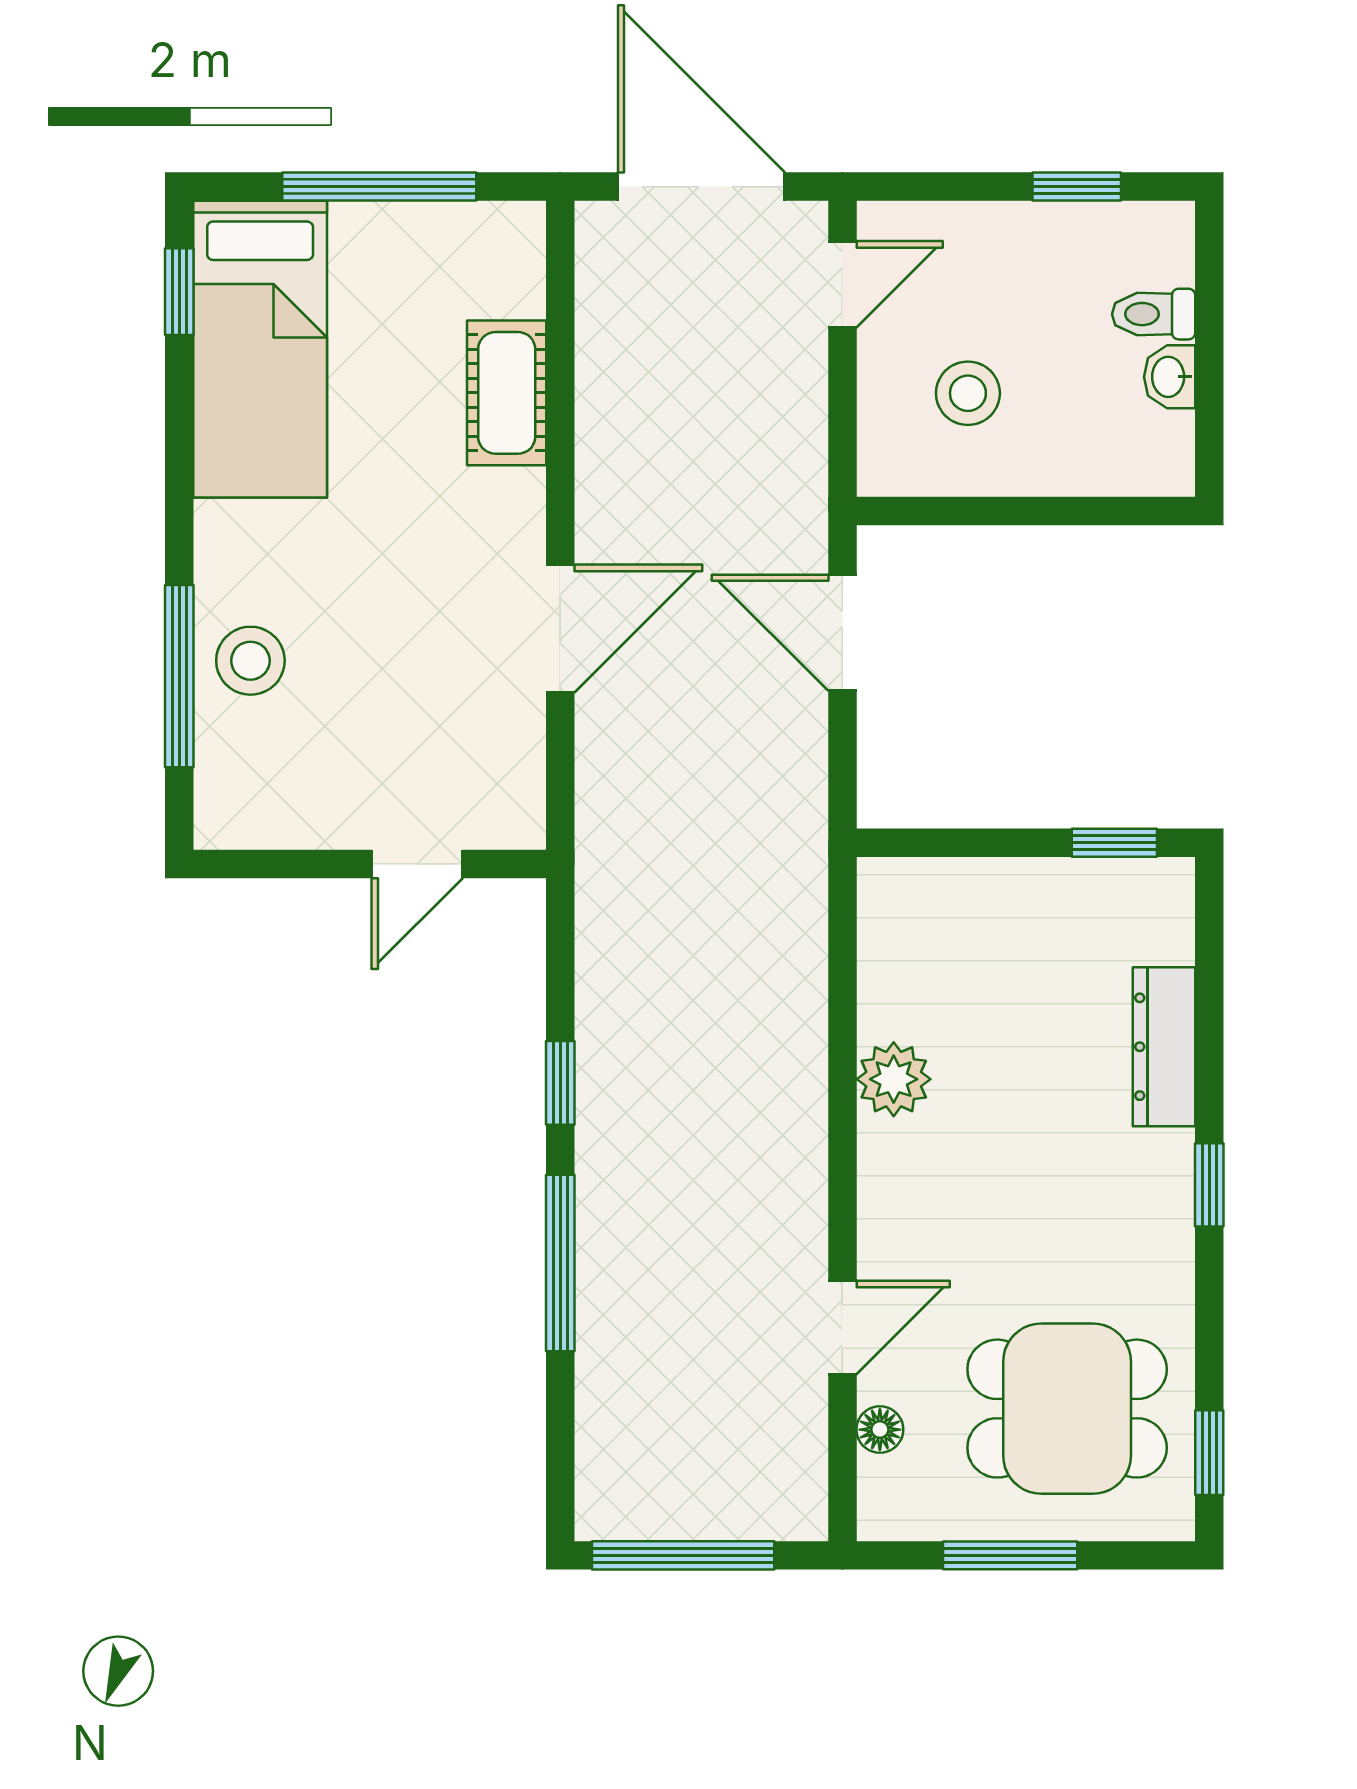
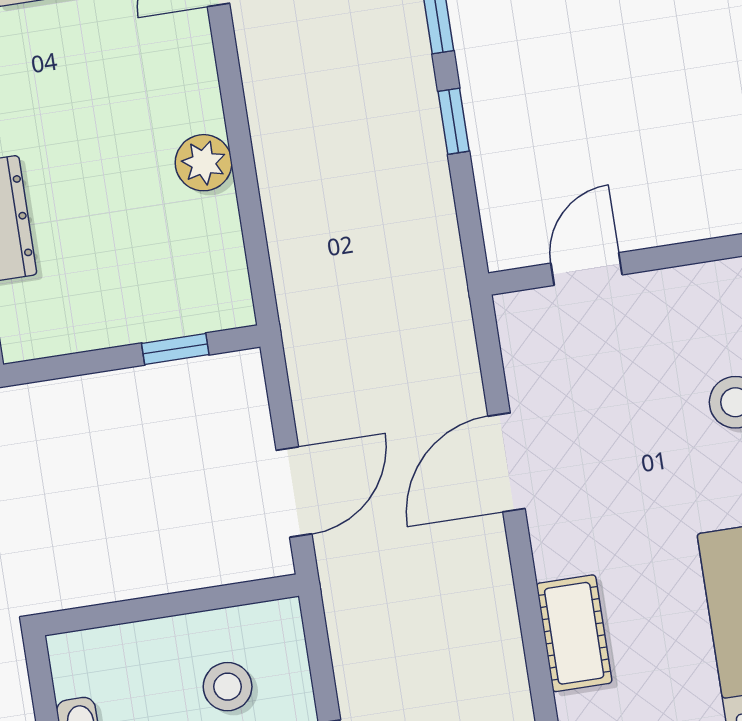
door: (842, 633) -> (294, 492), hinge flipped
window: (1114, 843) -> (175, 349), moved

